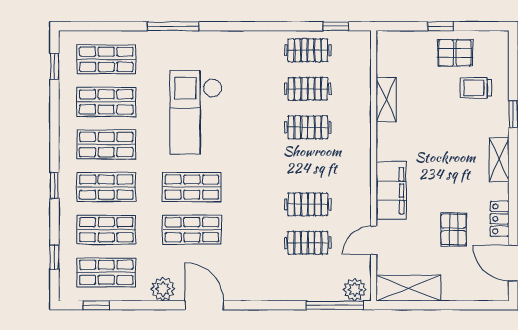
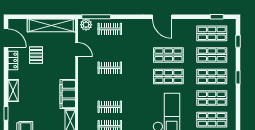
filing cabinet: (391, 191) -> (68, 94), moved
door: (374, 240) -> (77, 50), hinge flipped
clothes rail: (308, 243) -> (110, 29), moved
shelving: (408, 288) -> (51, 25), width x1.47
plant: (163, 289) -> (183, 25), removed

